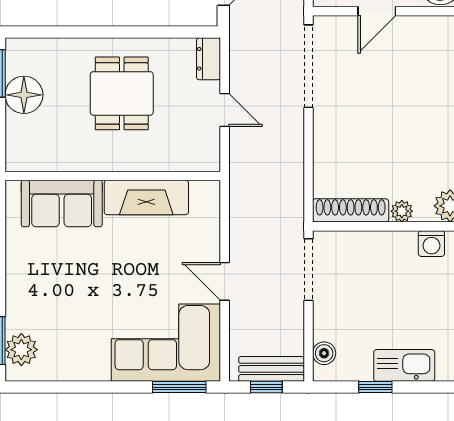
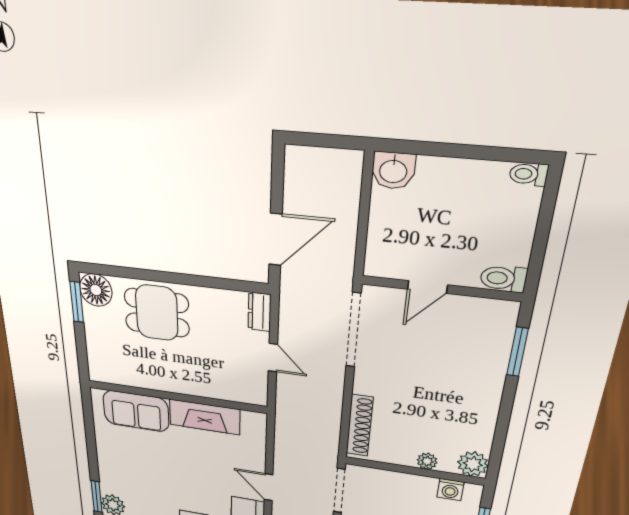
dining table: (122, 93) -> (157, 313), moved, turned 90
floor lamp: (24, 95) -> (96, 290), moved
shoe rack: (351, 210) -> (360, 426), moved, turned 90

